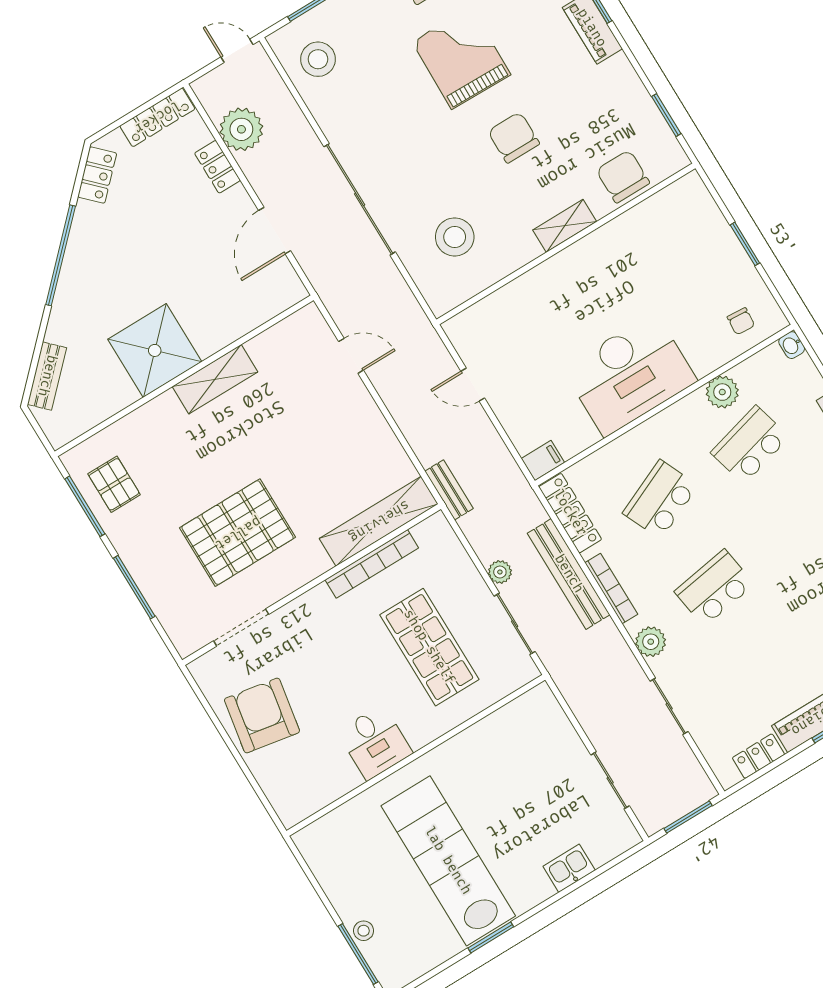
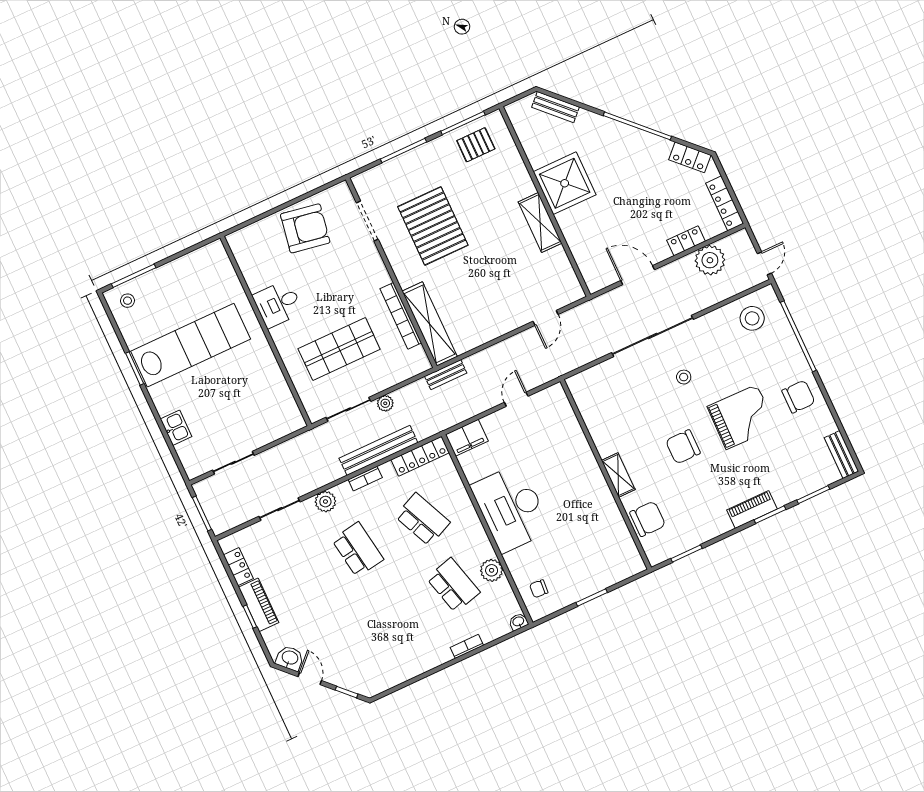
chair: (514, 138) -> (683, 447), turned 180
stool: (455, 237) -> (684, 377), moved, width x0.53, depth x0.53
filing cabinet: (543, 461) -> (467, 438), width x2.00
bookcase: (611, 588) -> (365, 479), width x0.64
stool: (364, 931) -> (128, 301), moved

